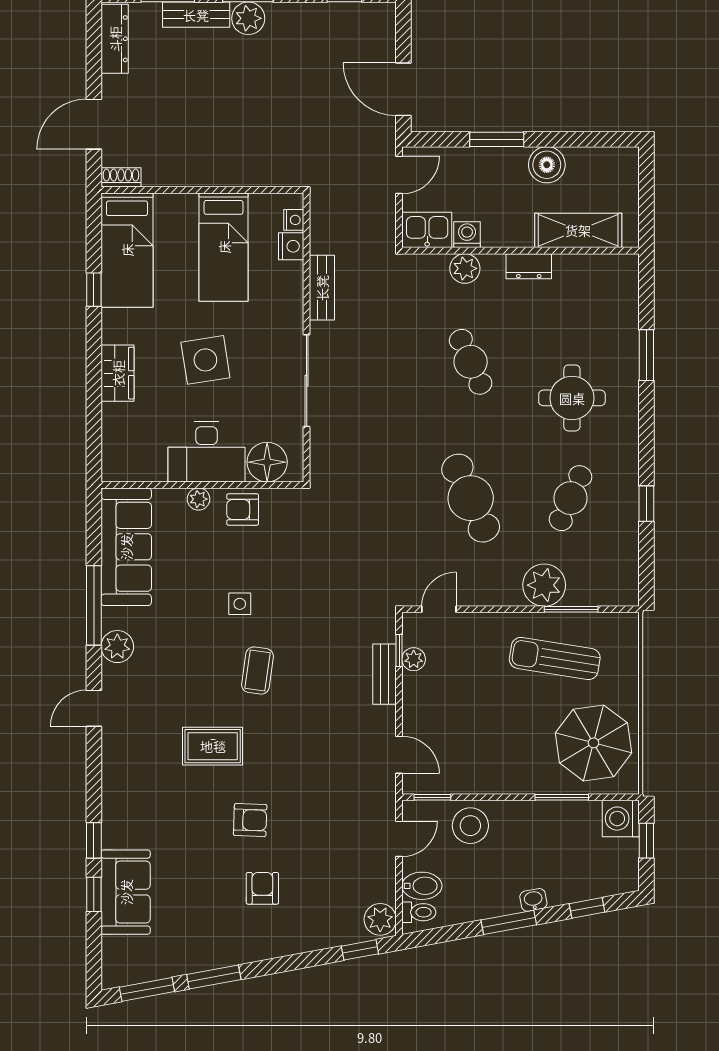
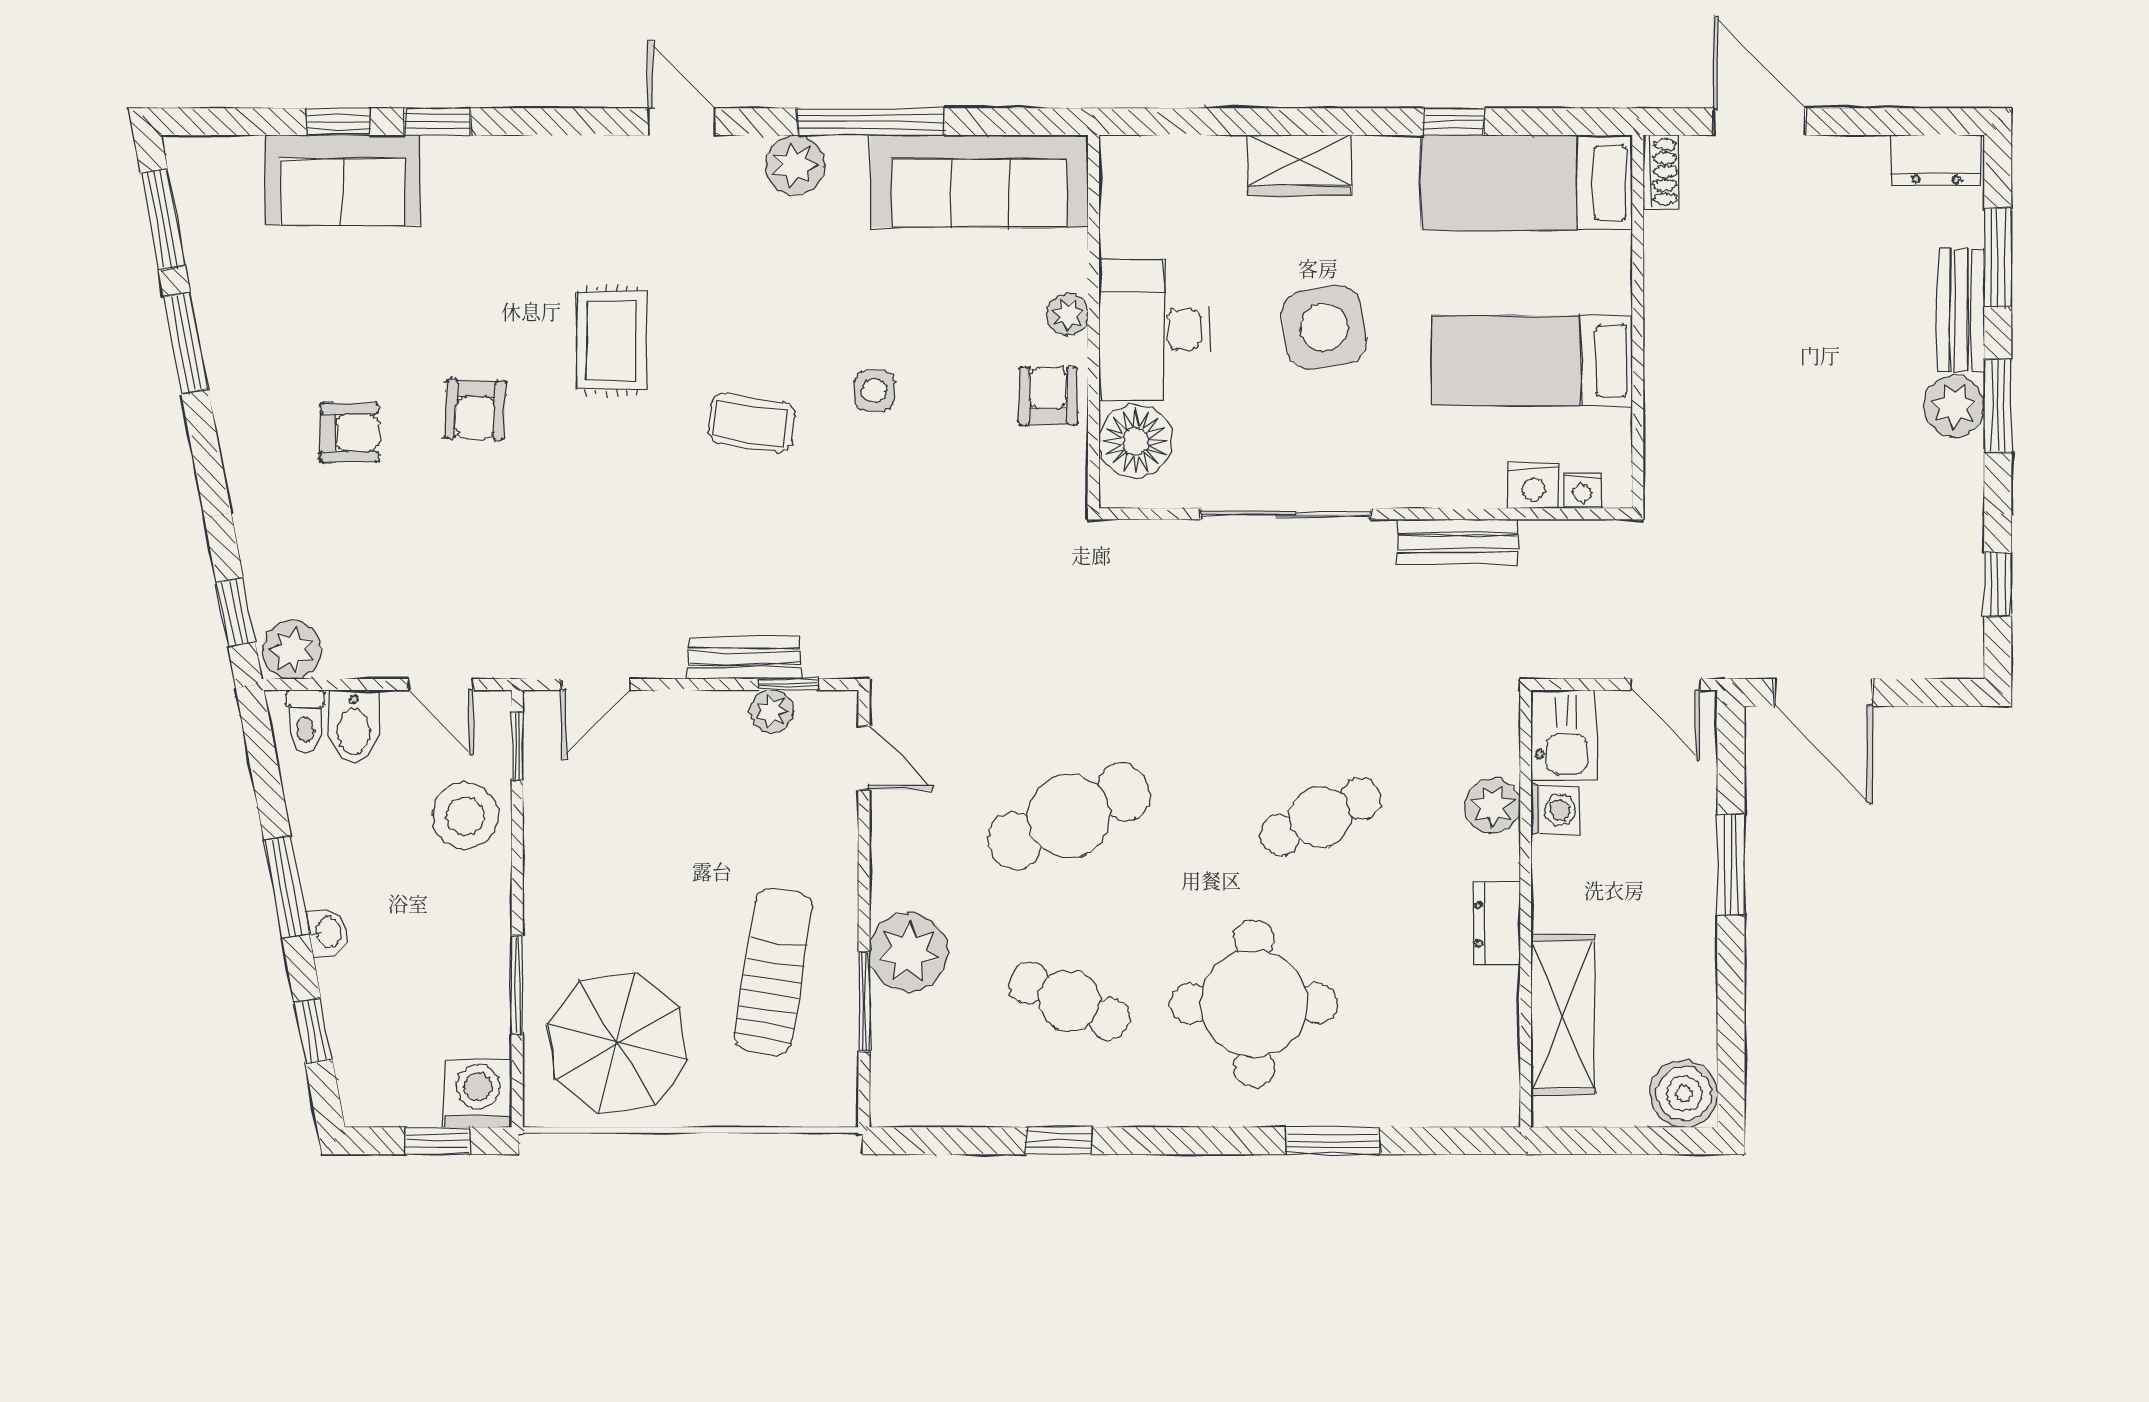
dresser: (115, 39) -> (1936, 160), width x0.70
door: (403, 89) -> (1823, 693), swing flipped
boiler: (547, 165) -> (1684, 1094), moved
round table: (572, 398) -> (1254, 1003), width x1.36, depth x1.36

